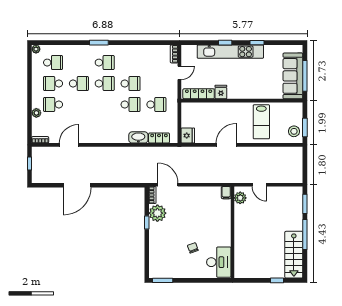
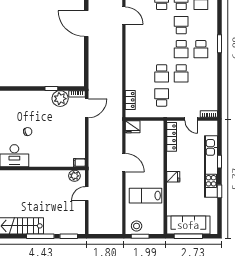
school desk: (79, 84) -> (181, 25), turned 180
fridge: (221, 92) -> (173, 177), moved
school desk: (156, 104) -> (162, 97), turned 180
washbasin: (138, 137) -> (131, 81), removed

